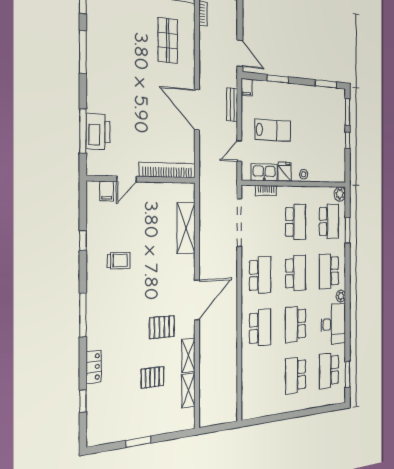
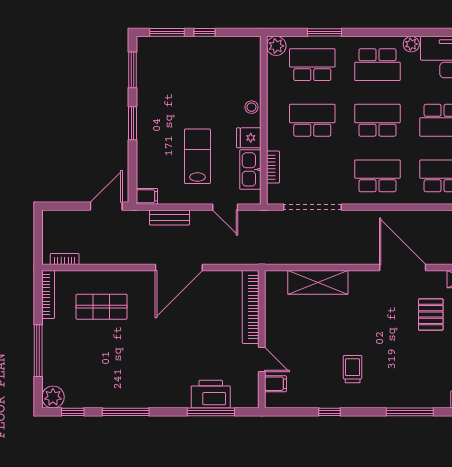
window: (278, 79) -> (133, 123), moved

